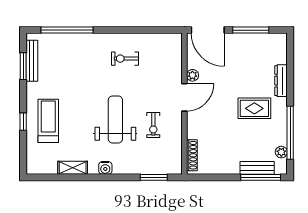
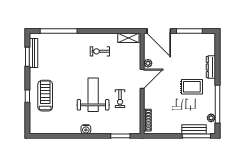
shelving: (73, 168) -> (128, 38), moved

